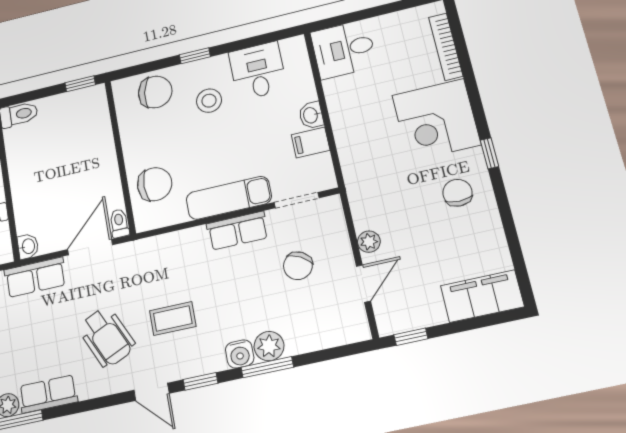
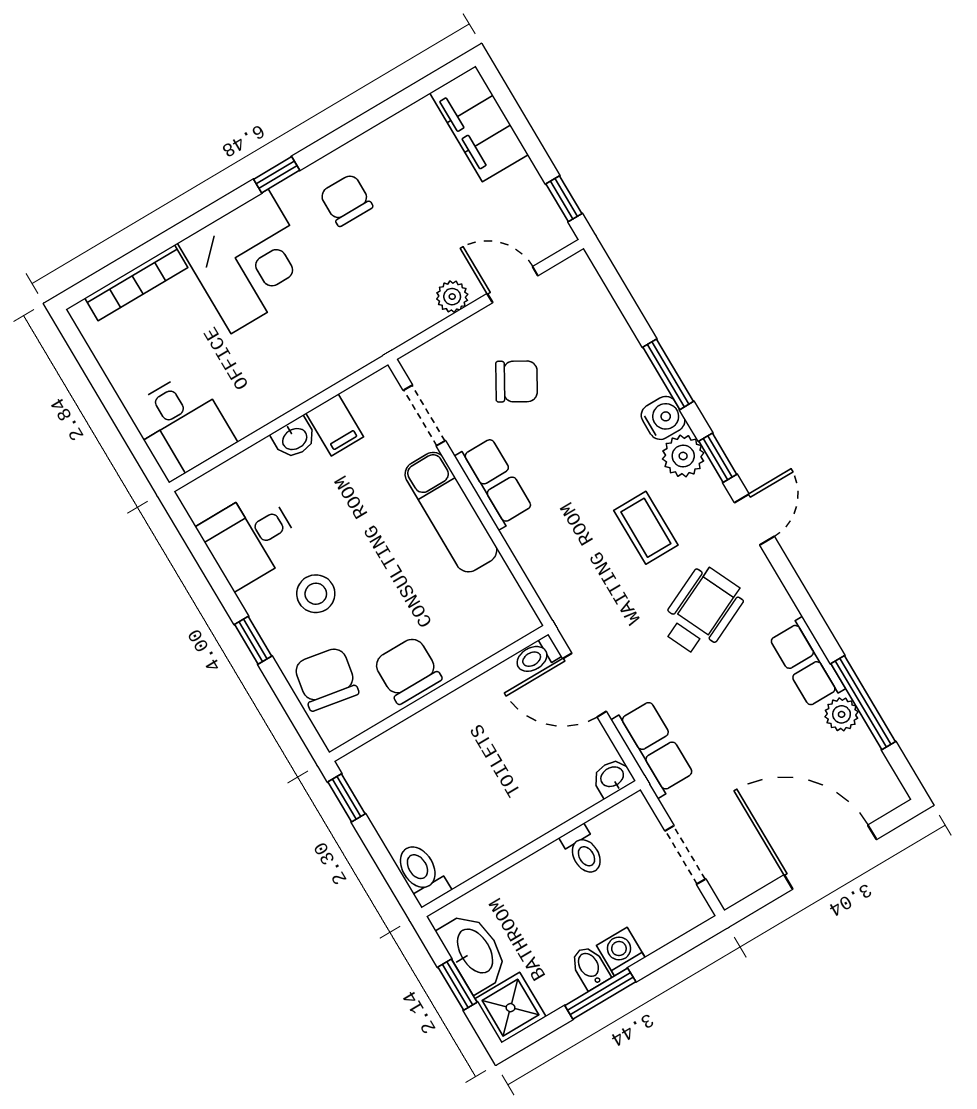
chair: (155, 184) -> (408, 670), moved
chair: (457, 193) -> (346, 200), turned 90
plant: (269, 346) -> (683, 456), moved

